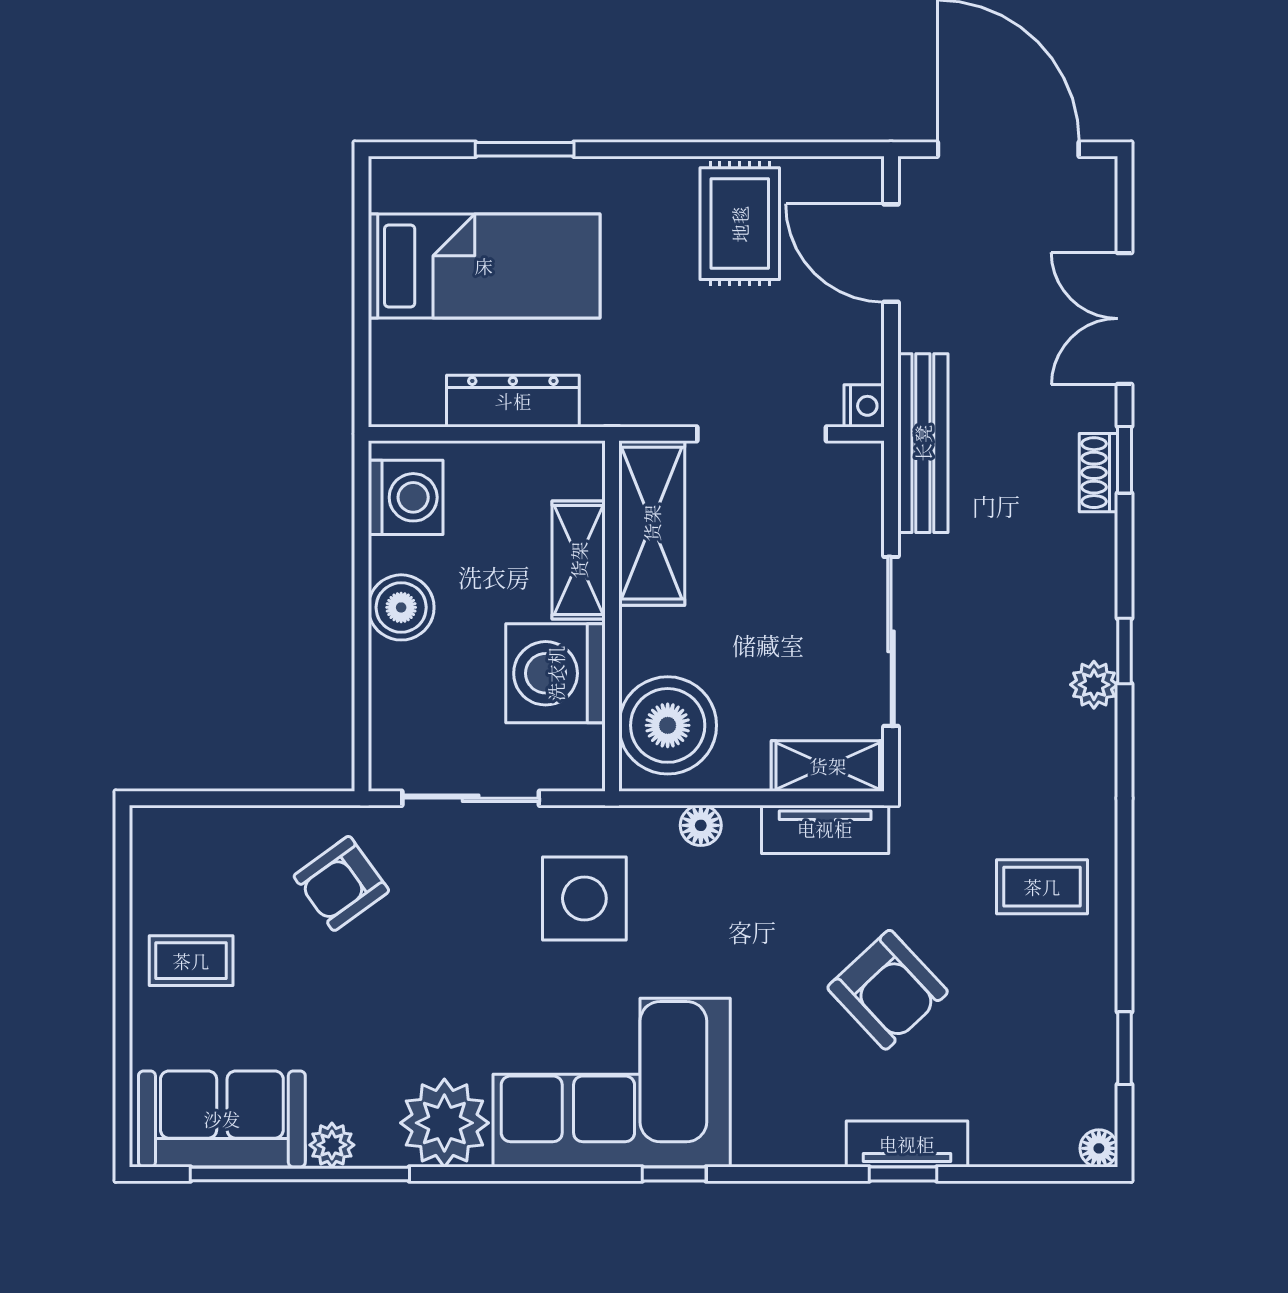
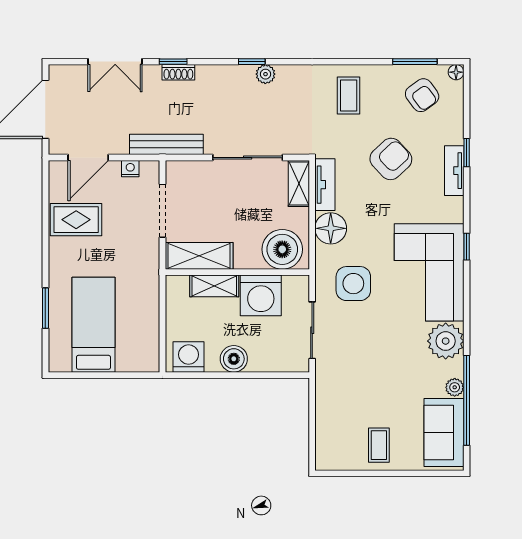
dresser: (513, 401) -> (149, 313), removed
nightstand: (864, 406) -> (130, 169), moved
floor lamp: (701, 825) -> (331, 228), width x1.89, depth x1.89
armchair: (341, 883) -> (422, 95), moved
window: (1124, 1048) -> (415, 62), width x1.50
tv unit: (907, 1144) -> (454, 171), moved

